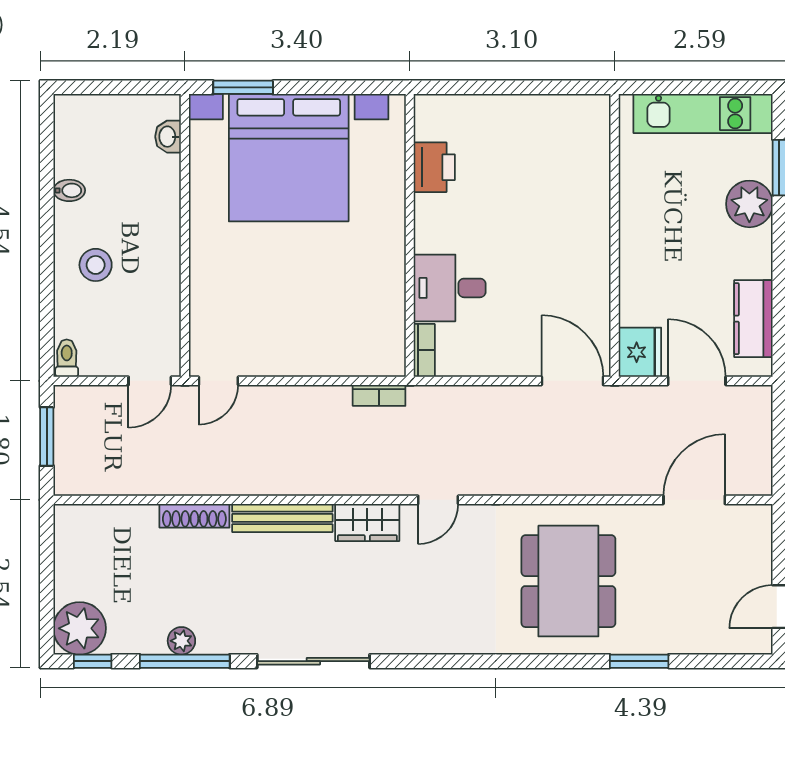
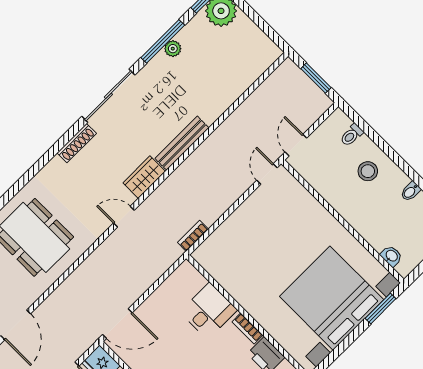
bookcase: (424, 350) -> (247, 328), moved
toilet: (67, 358) -> (352, 135), moved, turned 90
door: (438, 500) -> (124, 217), hinge flipped
shoe rack: (194, 516) -> (77, 143), moved, turned 180

